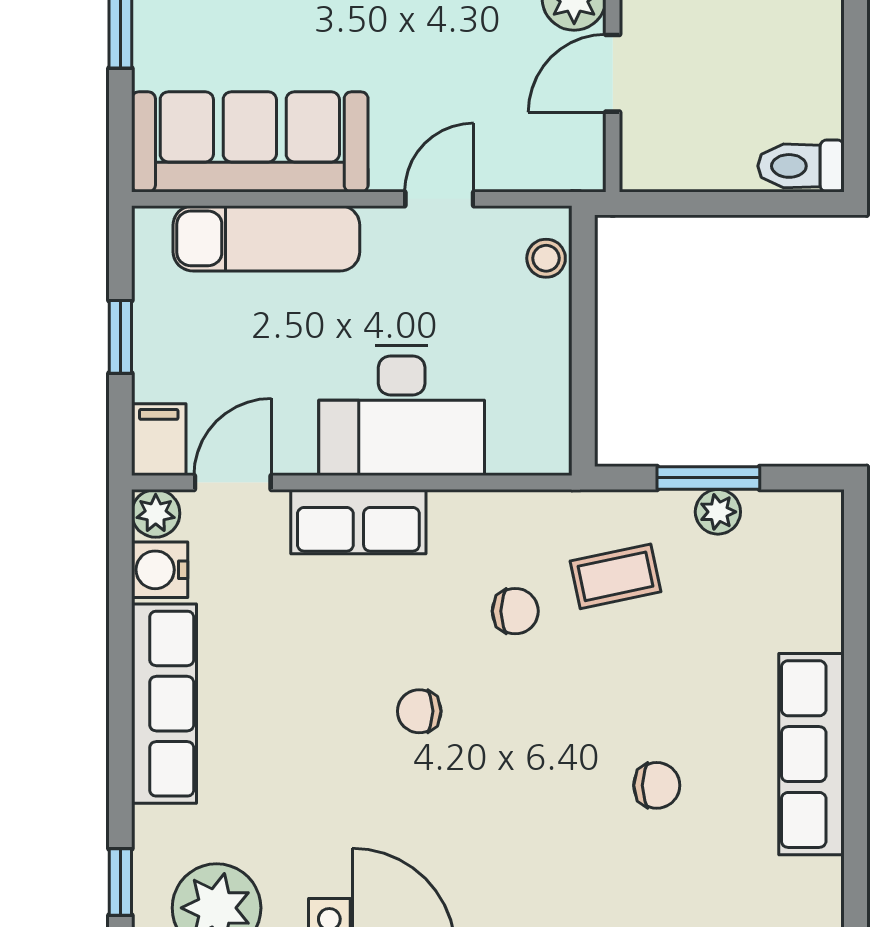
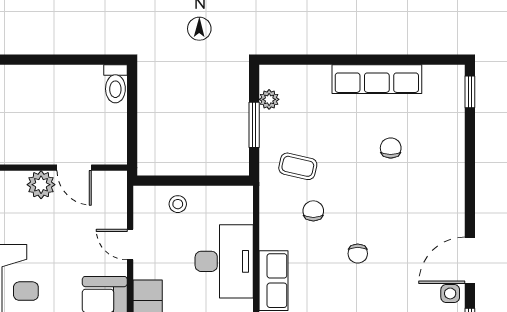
stool: (546, 258) -> (178, 204), moved
plant: (718, 512) -> (269, 99), moved
coffee table: (616, 576) -> (298, 166), turned -65

